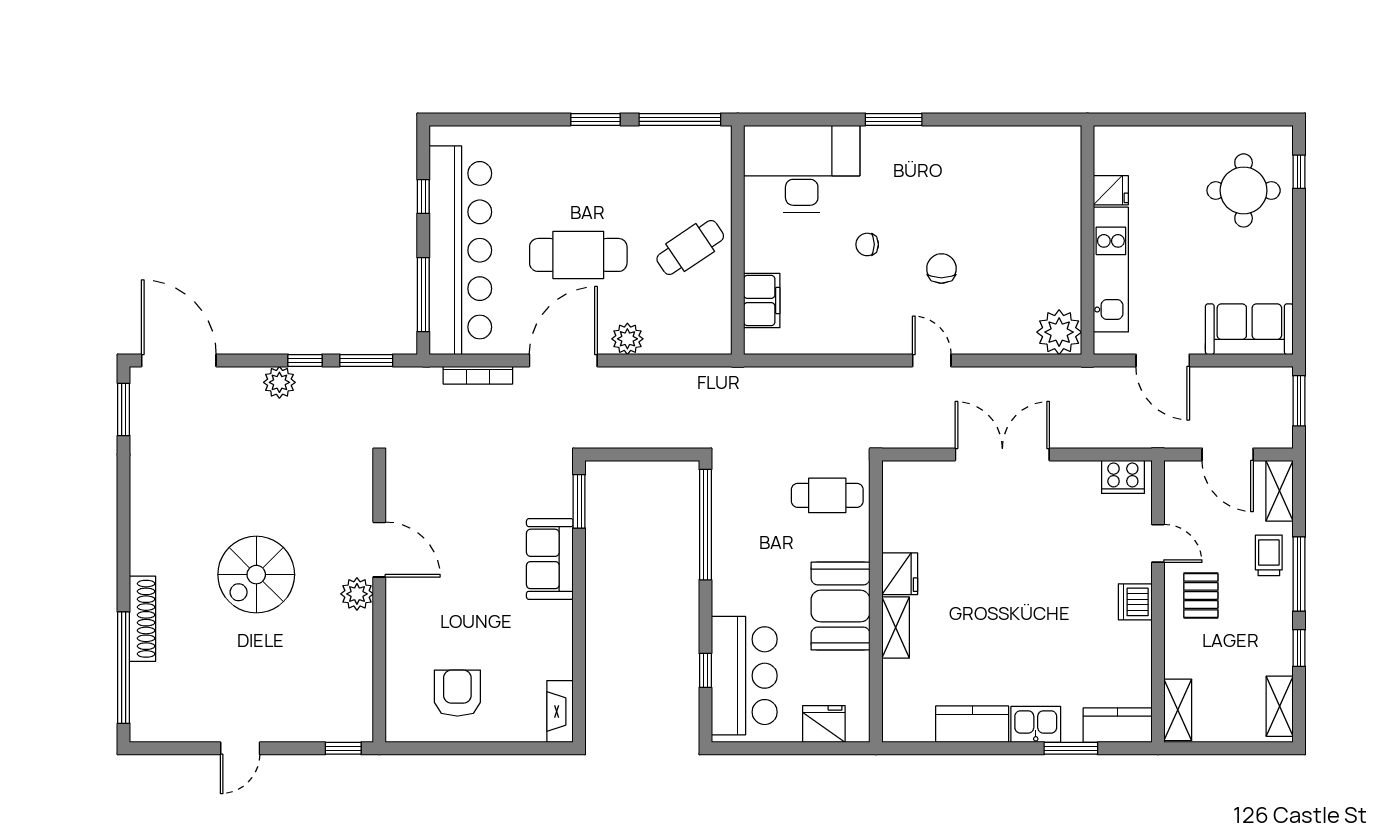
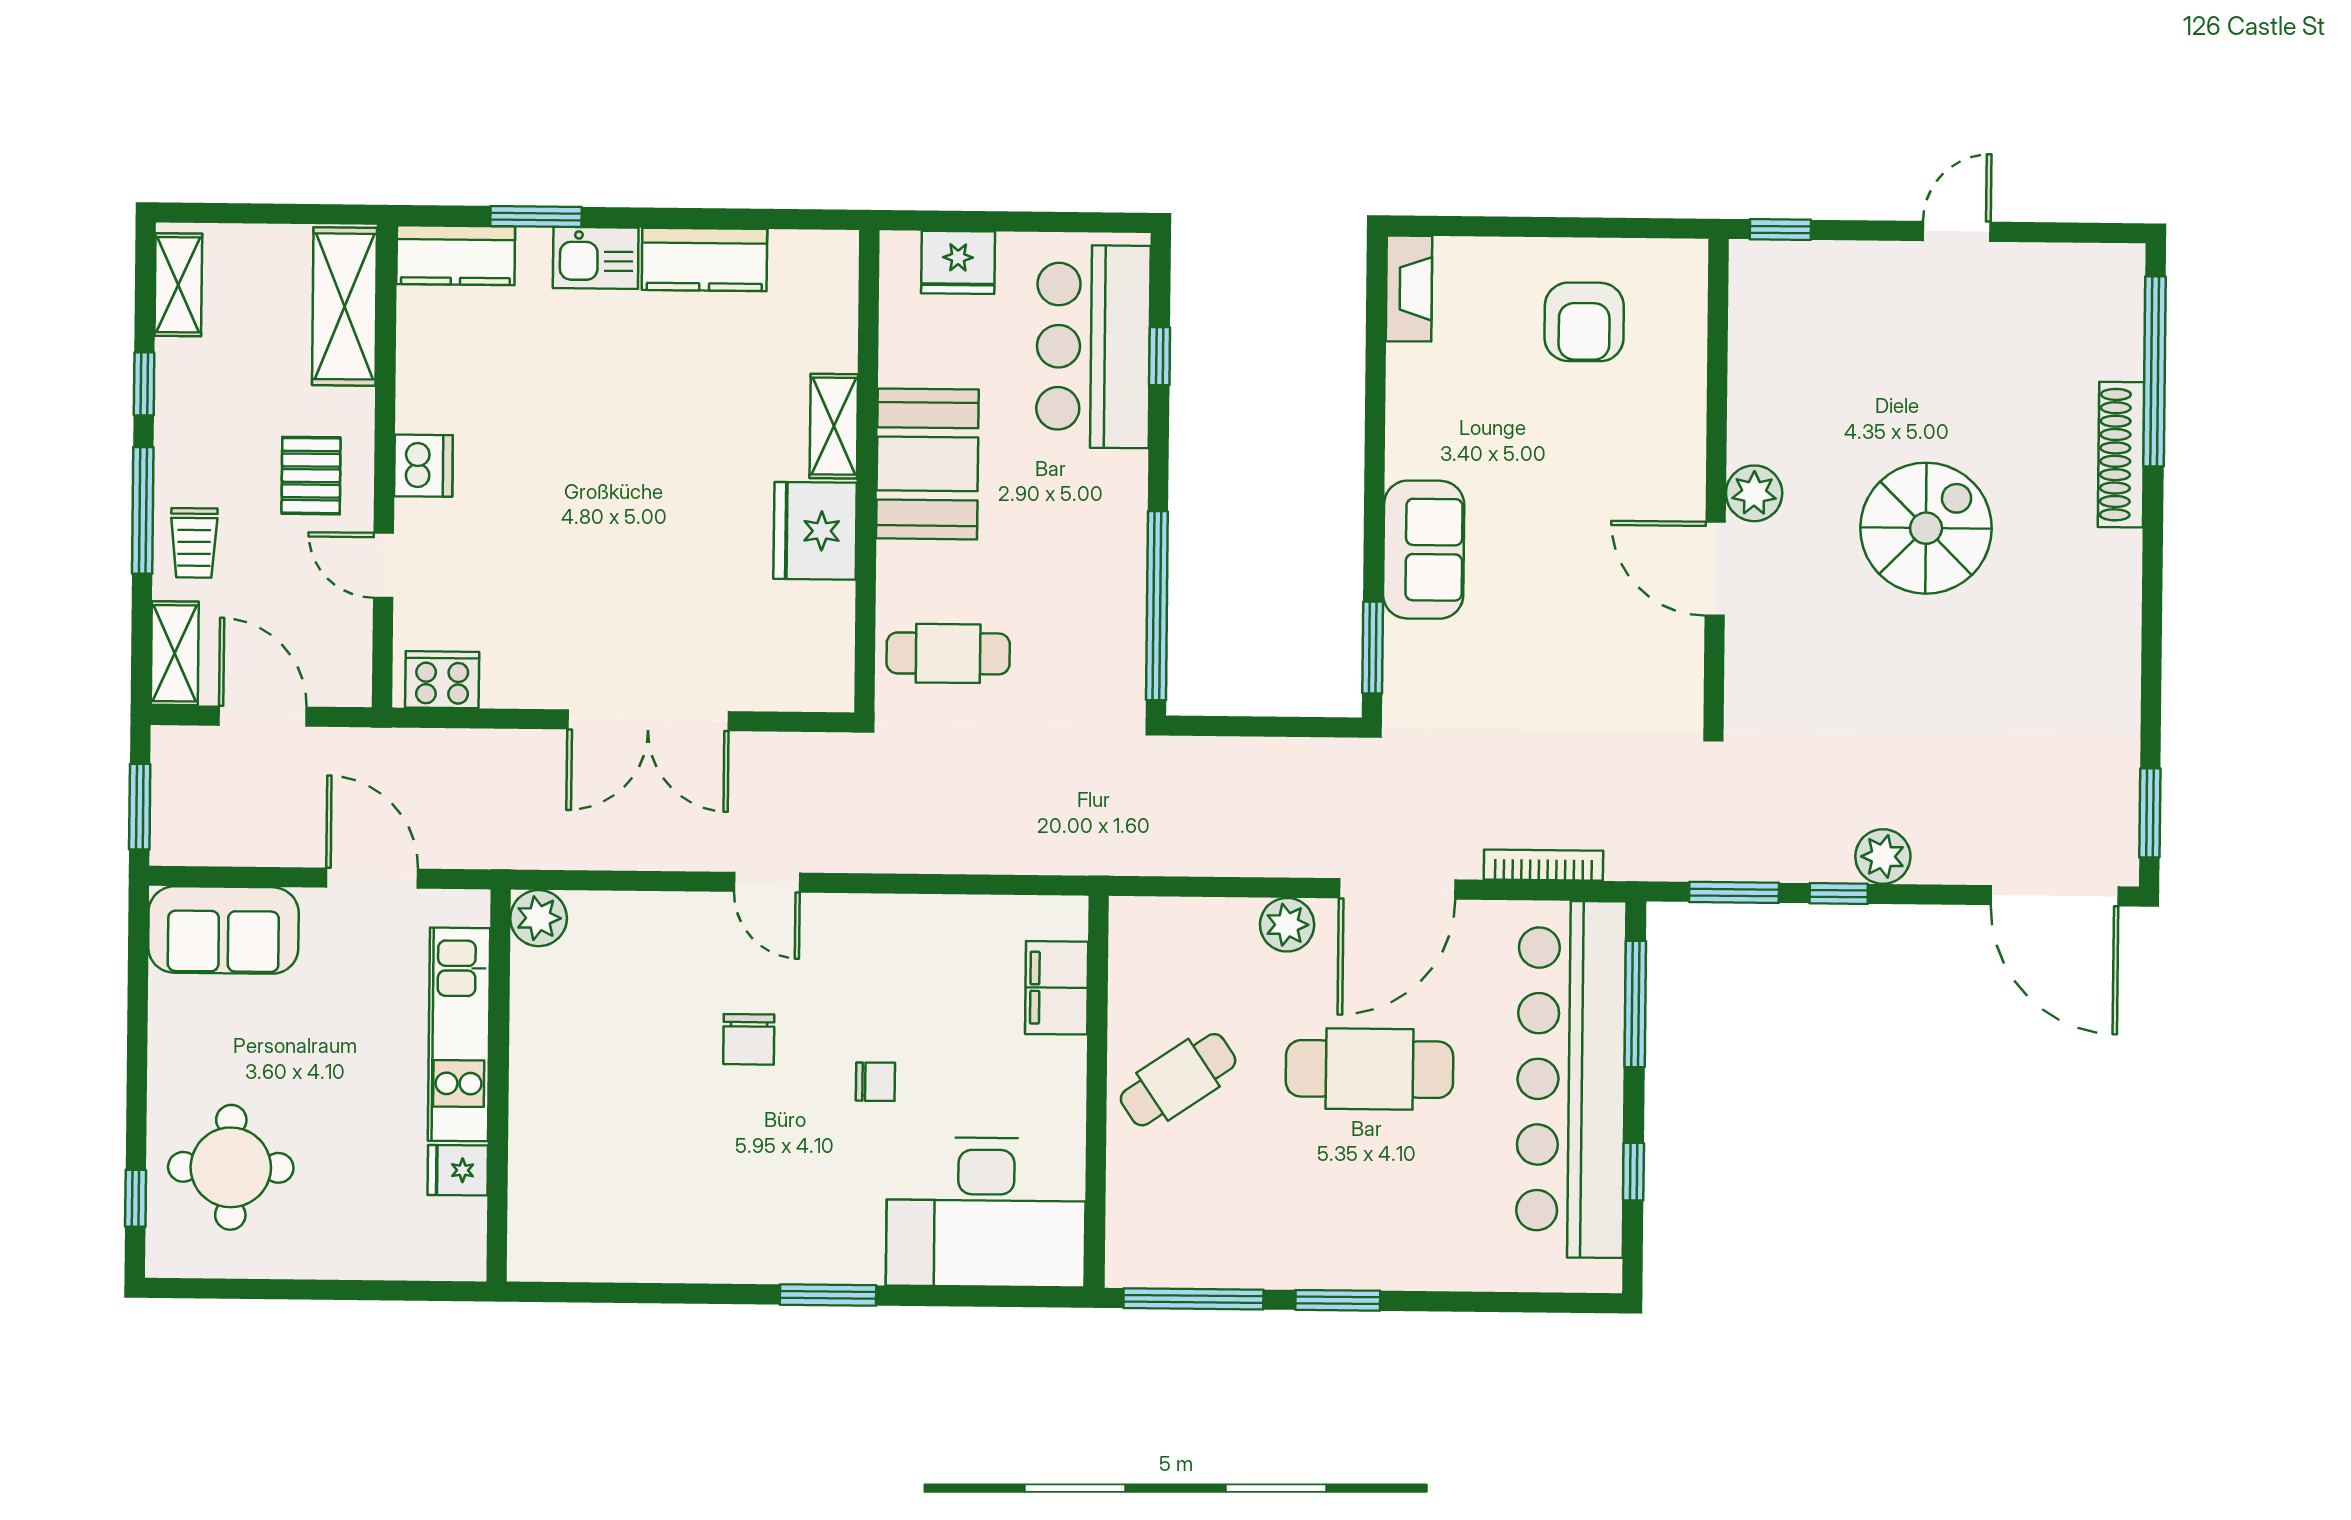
plant: (1059, 332) -> (539, 918), width x0.73, depth x0.73
fridge: (900, 574) -> (815, 531), width x1.36, depth x1.34
shelving: (1178, 710) -> (344, 306), width x1.50, depth x1.33

